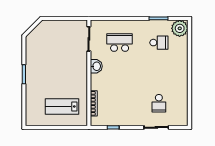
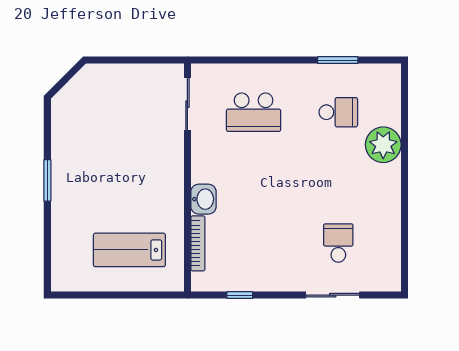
plant: (180, 28) -> (383, 145), moved
school desk: (120, 43) -> (254, 112), turned 180
washbasin: (96, 66) -> (203, 199), moved
school desk: (159, 103) -> (338, 243), turned 180

